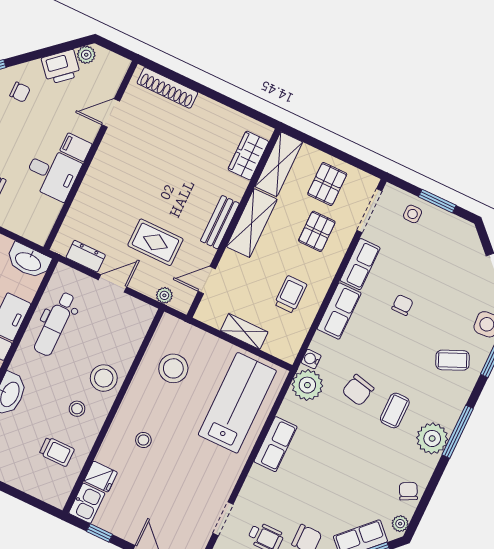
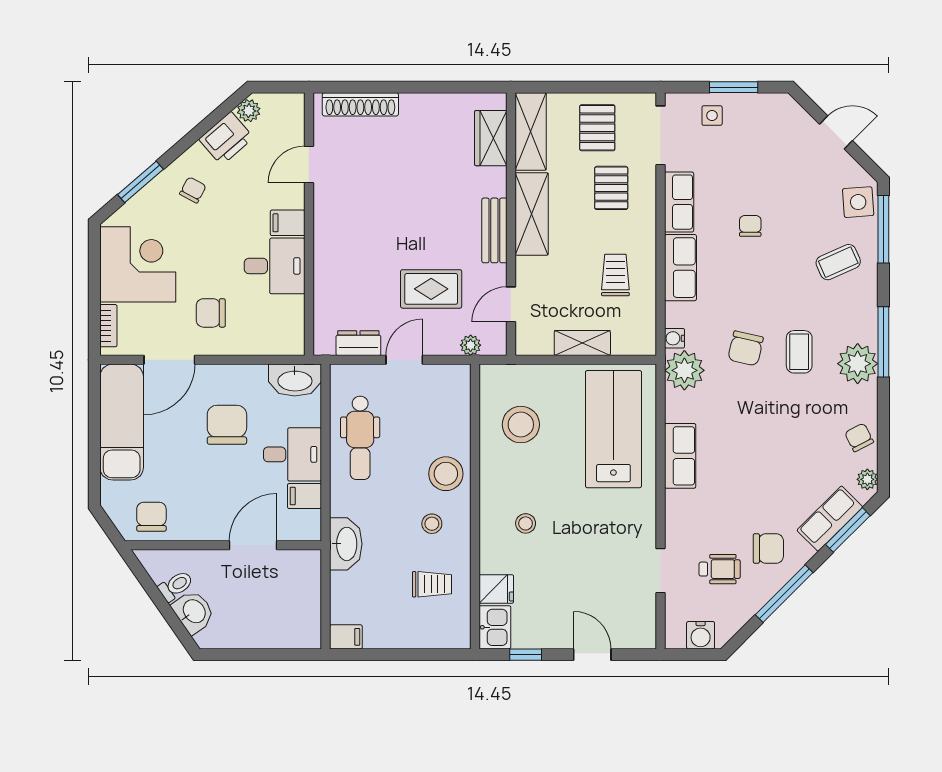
chair: (20, 92) -> (193, 190), turned -62

